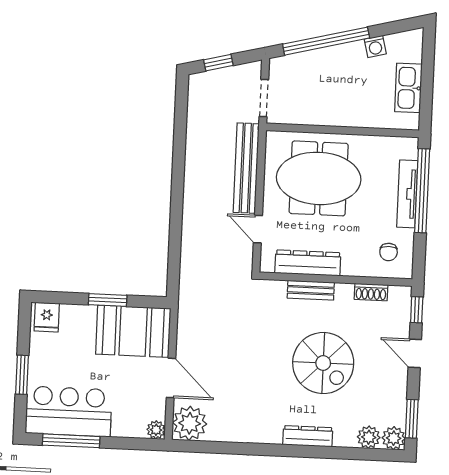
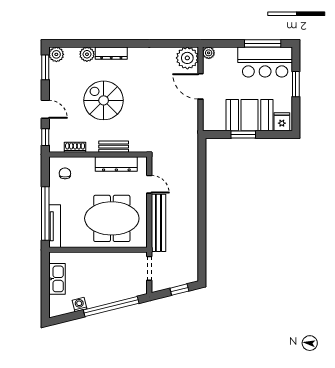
tv unit: (407, 194) -> (55, 226), moved
booth: (133, 331) -> (250, 115), moved
plant: (369, 437) -> (87, 54), moved

